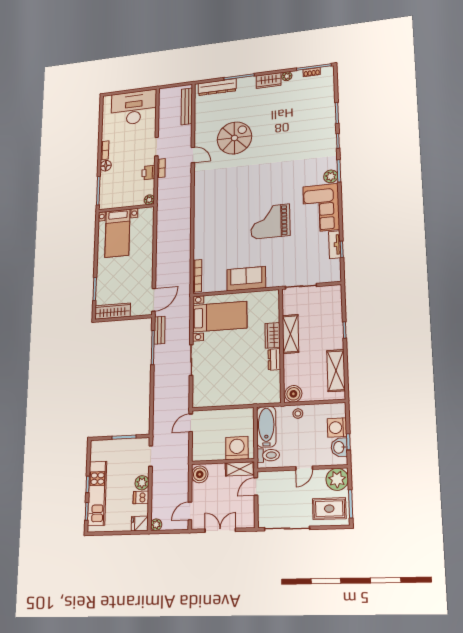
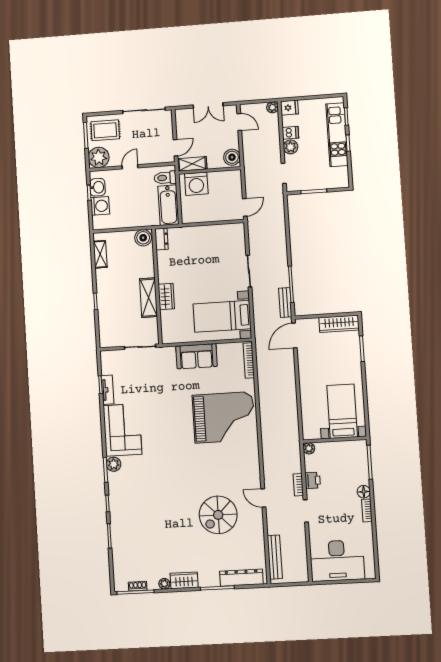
grand piano: (270, 222) -> (224, 417), moved, width x1.37, depth x1.48
dresser: (274, 359) -> (161, 239), moved
shelving: (336, 371) -> (100, 254), width x0.67, depth x0.75
stool: (298, 414) -> (138, 219), removed
door: (190, 511) -> (239, 122), hinge flipped

